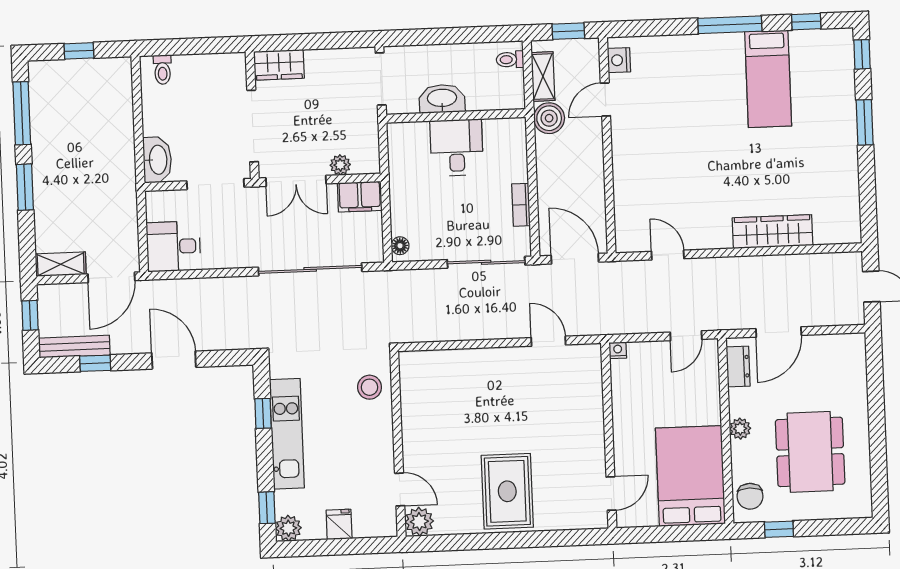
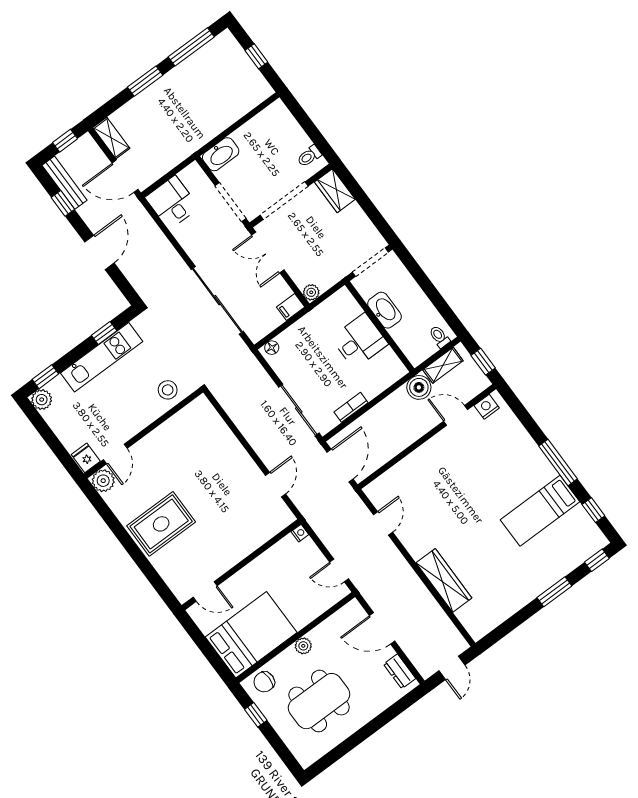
toilet: (163, 70) -> (309, 156), moved
plant: (340, 165) -> (311, 292), moved
filing cabinet: (360, 197) -> (291, 307), width x0.50
dresser: (738, 367) -> (400, 671), moved, turned 90
fridge: (339, 524) -> (86, 458), moved, turned -90

